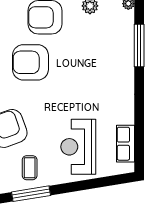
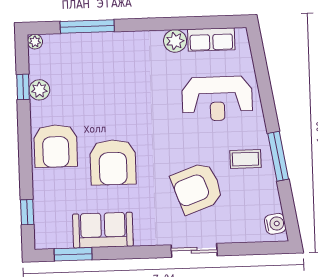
plant: (125, 115) -> (175, 41), added

